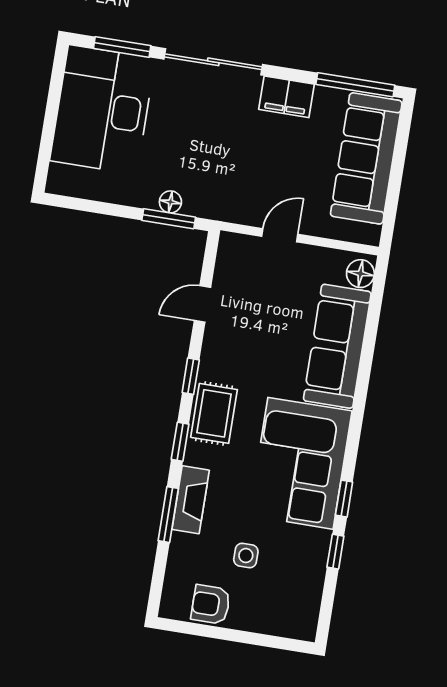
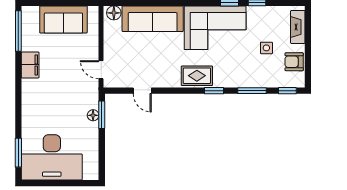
sliding door: (213, 62) -> (18, 105), removed
sofa: (366, 158) -> (63, 19), width x0.73
door: (280, 235) -> (101, 70), moved
window: (191, 376) -> (287, 91), moved
fireplace: (191, 500) -> (298, 27), moved, turned -90
armchair: (211, 604) -> (294, 62), turned 90

